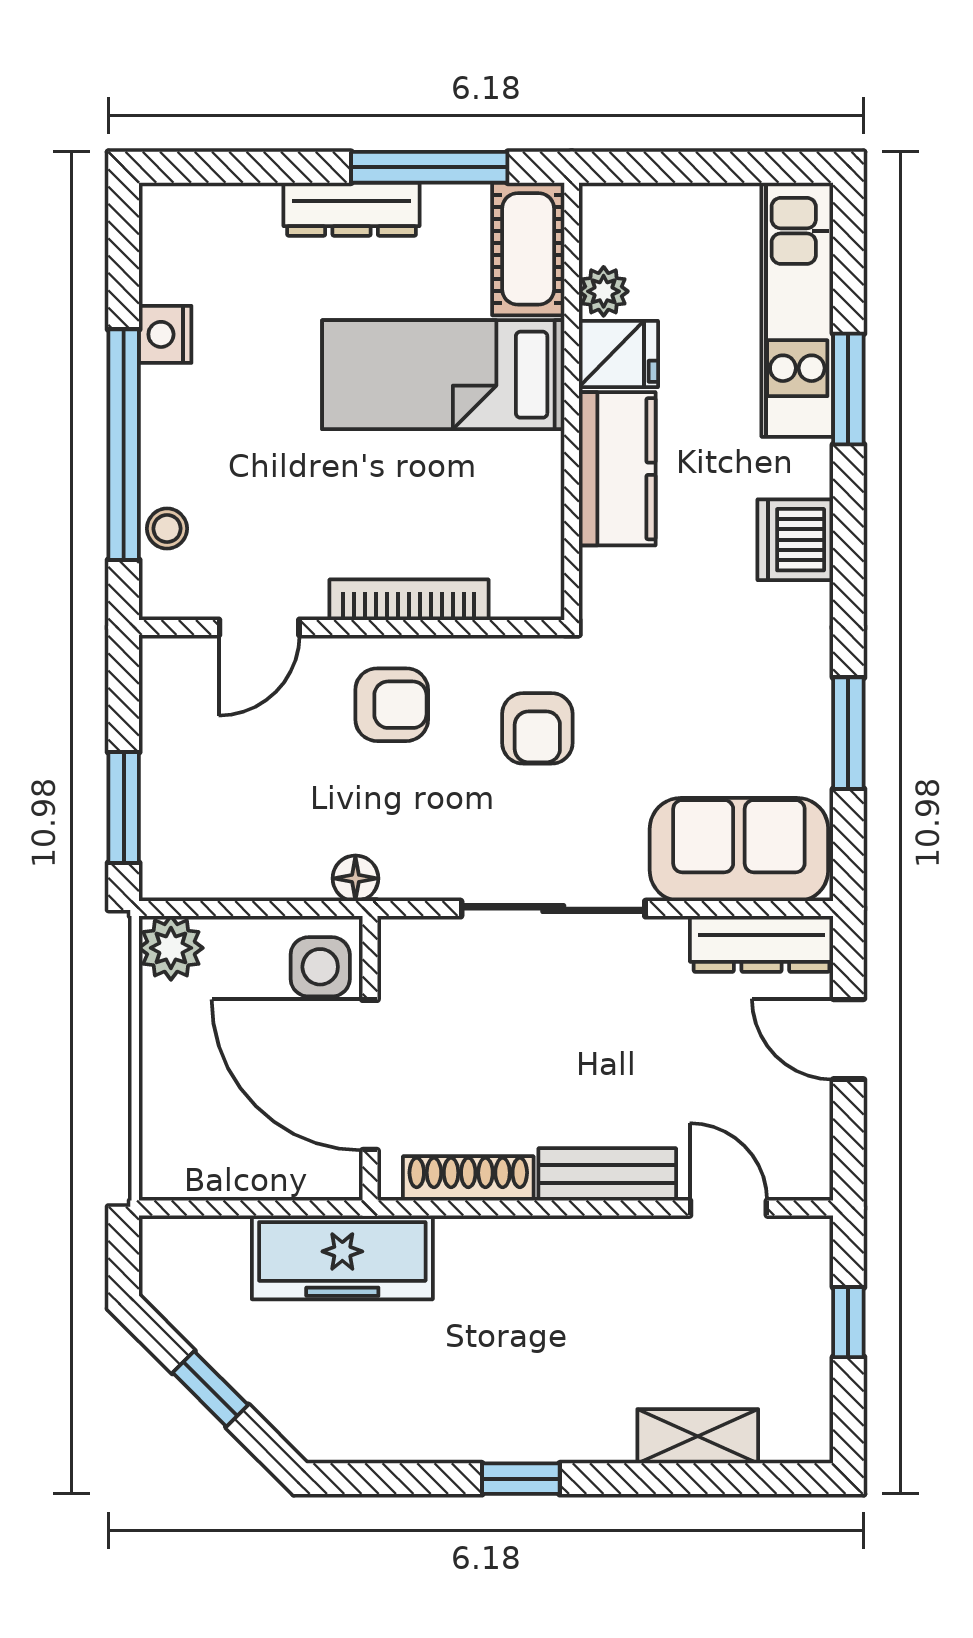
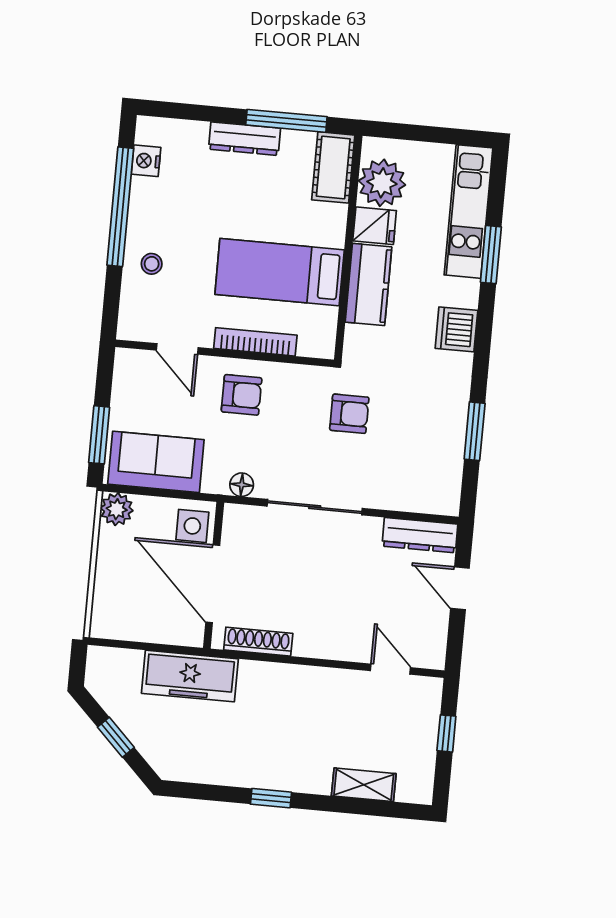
plant: (604, 291) -> (382, 183), width x1.88, depth x1.88
nightstand: (165, 334) -> (146, 161), moved
bed: (443, 375) -> (280, 272), moved
window: (124, 445) -> (120, 207), moved
stool: (167, 529) -> (152, 264), moved
door: (259, 627) -> (177, 349), hinge flipped
armchair: (537, 728) -> (349, 414), moved, turned -90
sofa: (739, 850) -> (156, 462), moved
floor lamp: (355, 878) -> (242, 485), moved
bench: (607, 1174) -> (330, 646), removed

